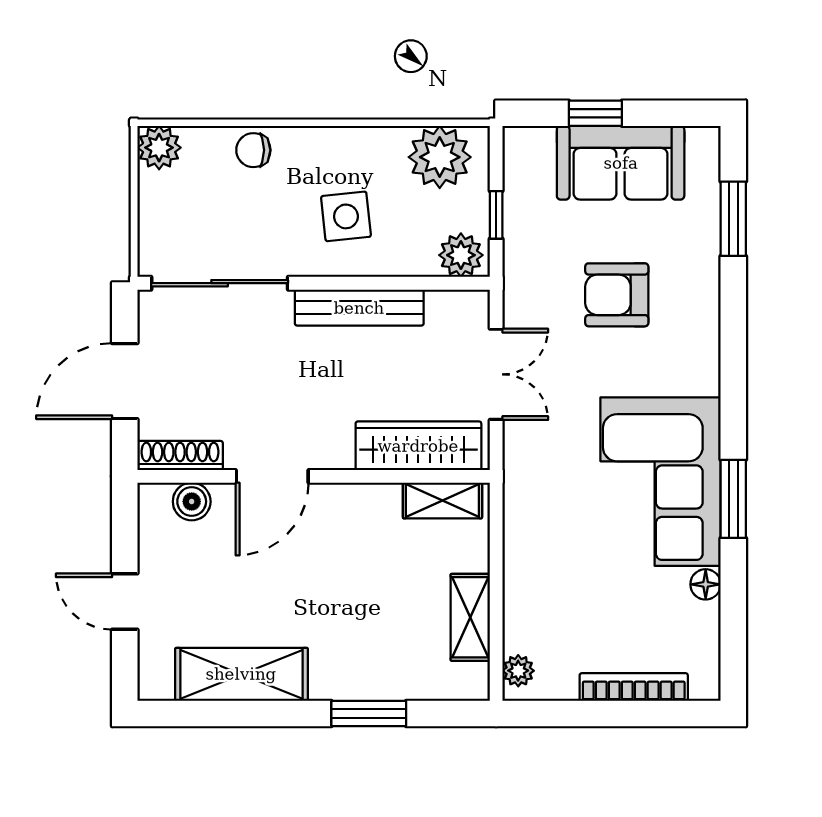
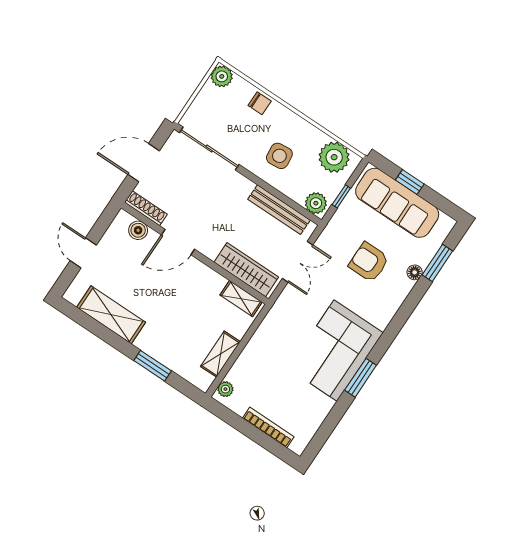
chair: (253, 150) -> (260, 103), turned 180
sofa: (621, 163) -> (397, 203), width x1.36
bench: (359, 308) -> (279, 210), moved
floor lamp: (706, 584) -> (415, 272), moved

